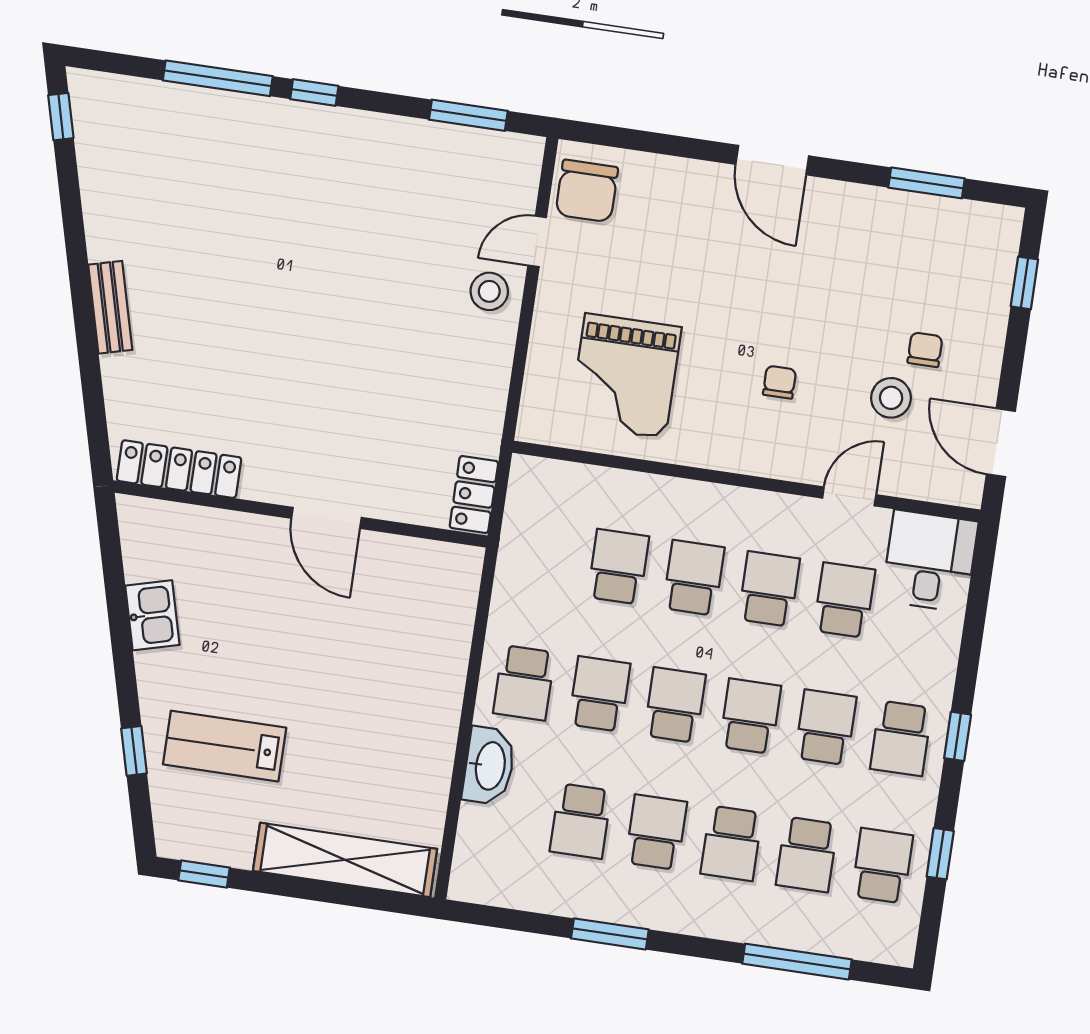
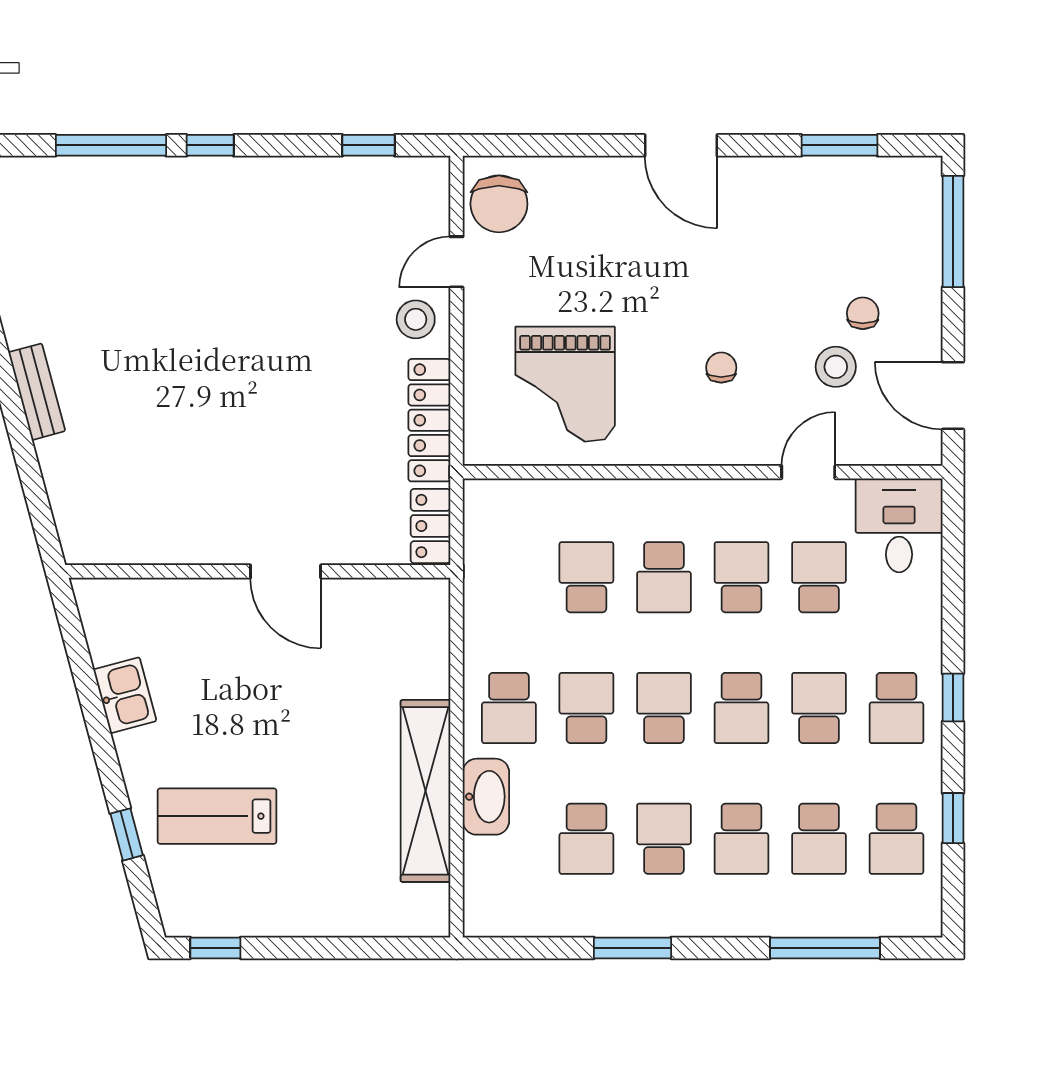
window: (468, 115) -> (369, 145), width x0.67
window: (1024, 283) -> (953, 231), width x2.17
locker: (179, 469) -> (429, 420), moved, turned -90
school desk: (694, 578) -> (664, 577), turned 180
school desk: (750, 716) -> (741, 708), turned 180
shelving: (345, 860) -> (425, 791), moved, turned 90
school desk: (882, 866) -> (896, 839), turned 180

